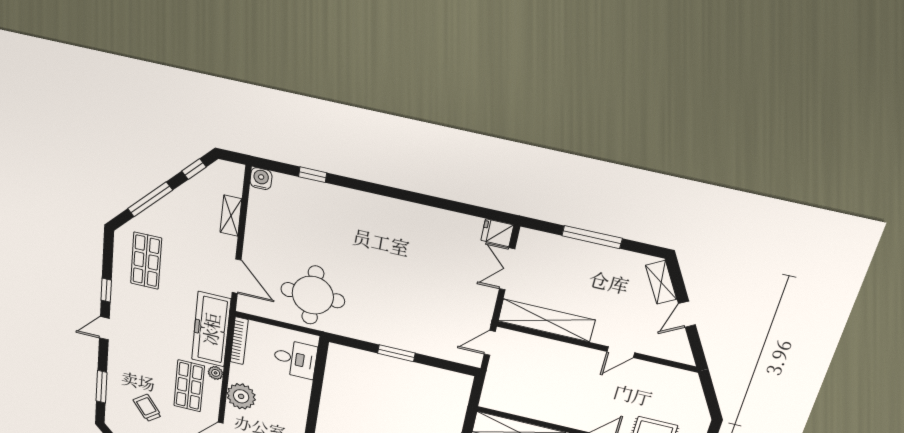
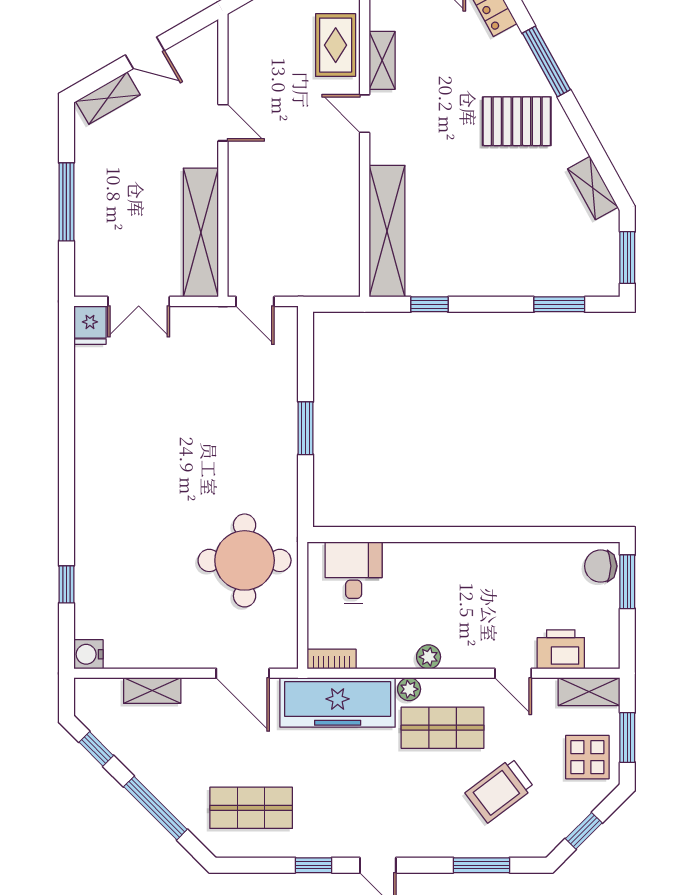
door: (237, 276) -> (243, 673), swing flipped
bookcase: (239, 341) -> (332, 659), width x0.64
plant: (241, 396) -> (429, 657), width x0.53, depth x0.53
trolley: (147, 408) -> (500, 790), width x1.36, depth x1.39

